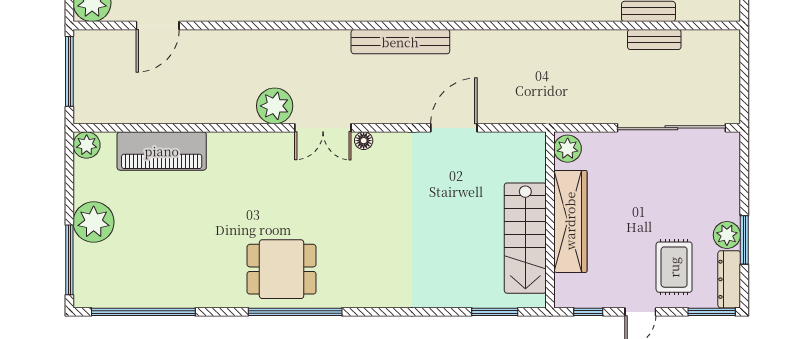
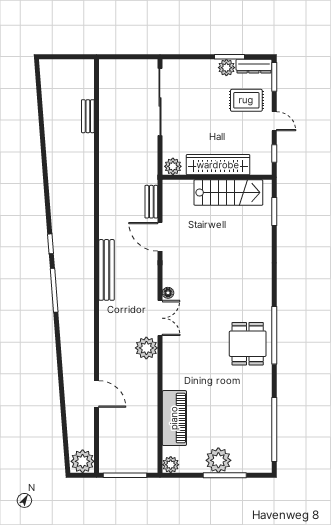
door: (158, 26) -> (97, 394), moved
bench: (654, 39) -> (151, 202), moved
window: (69, 260) -> (225, 475), moved

